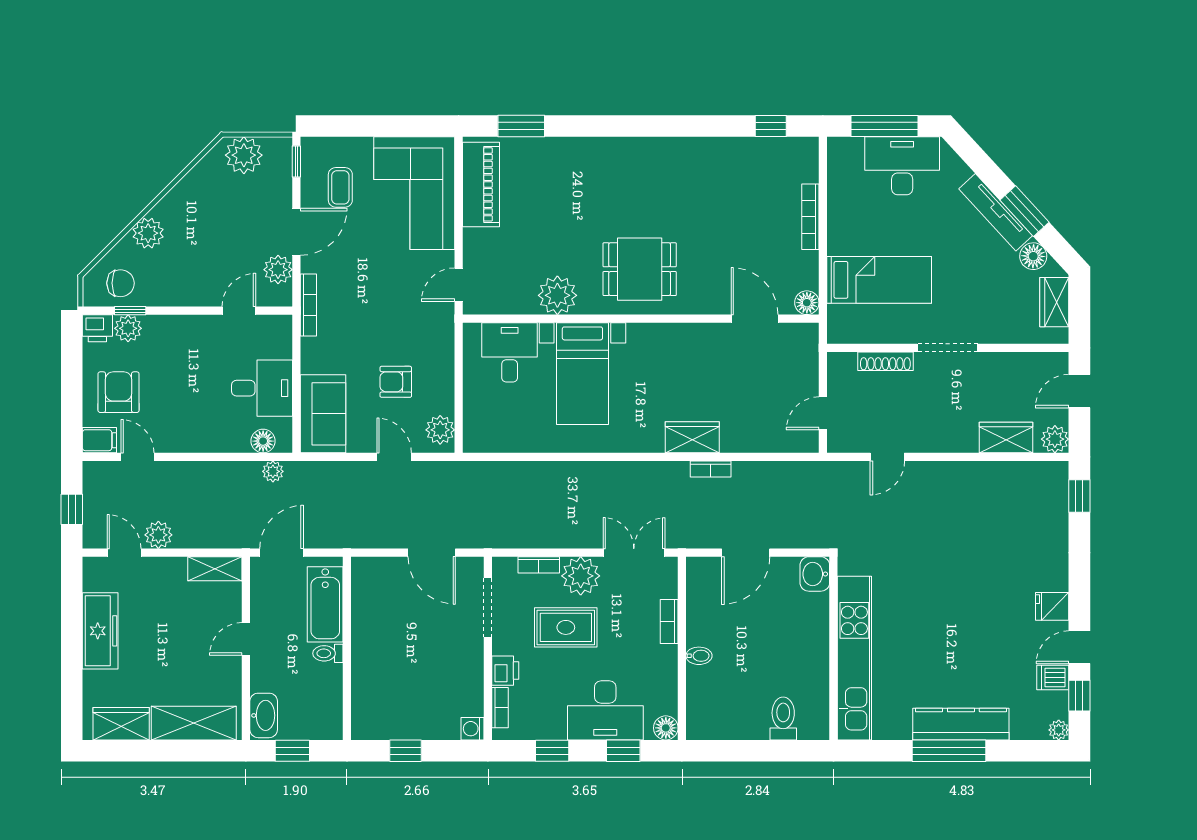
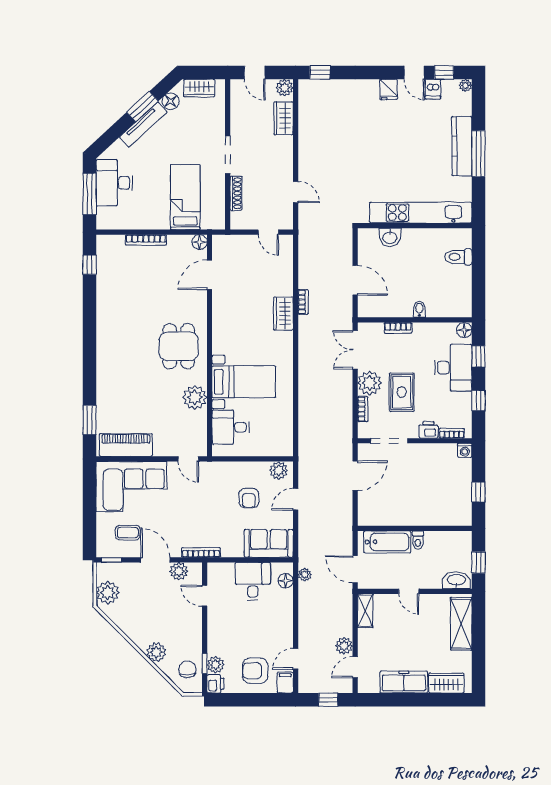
washbasin: (815, 574) -> (390, 237), moved
wardrobe: (121, 724) -> (446, 683), moved, turned 90

